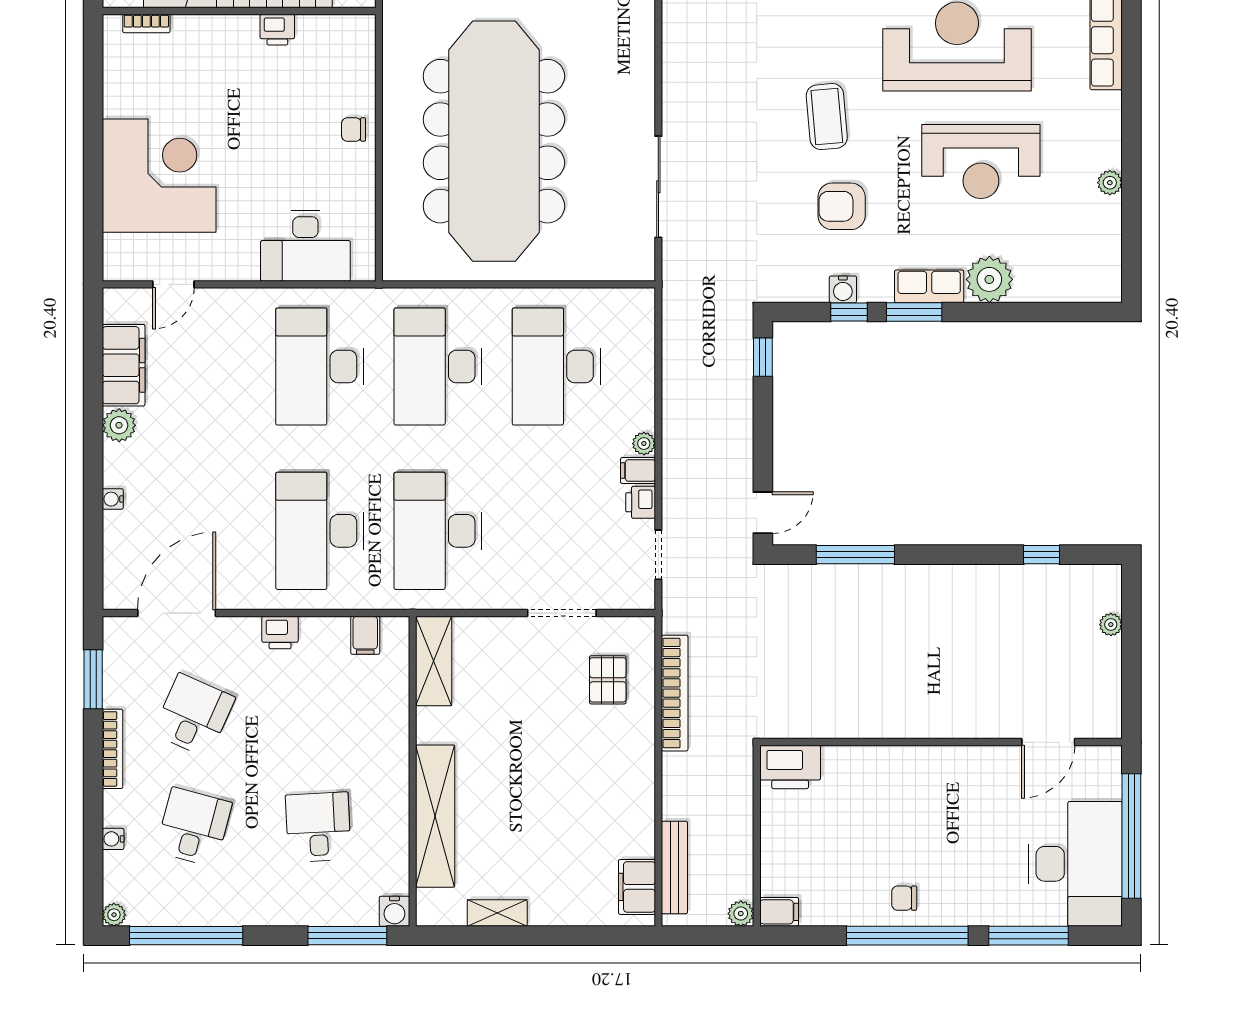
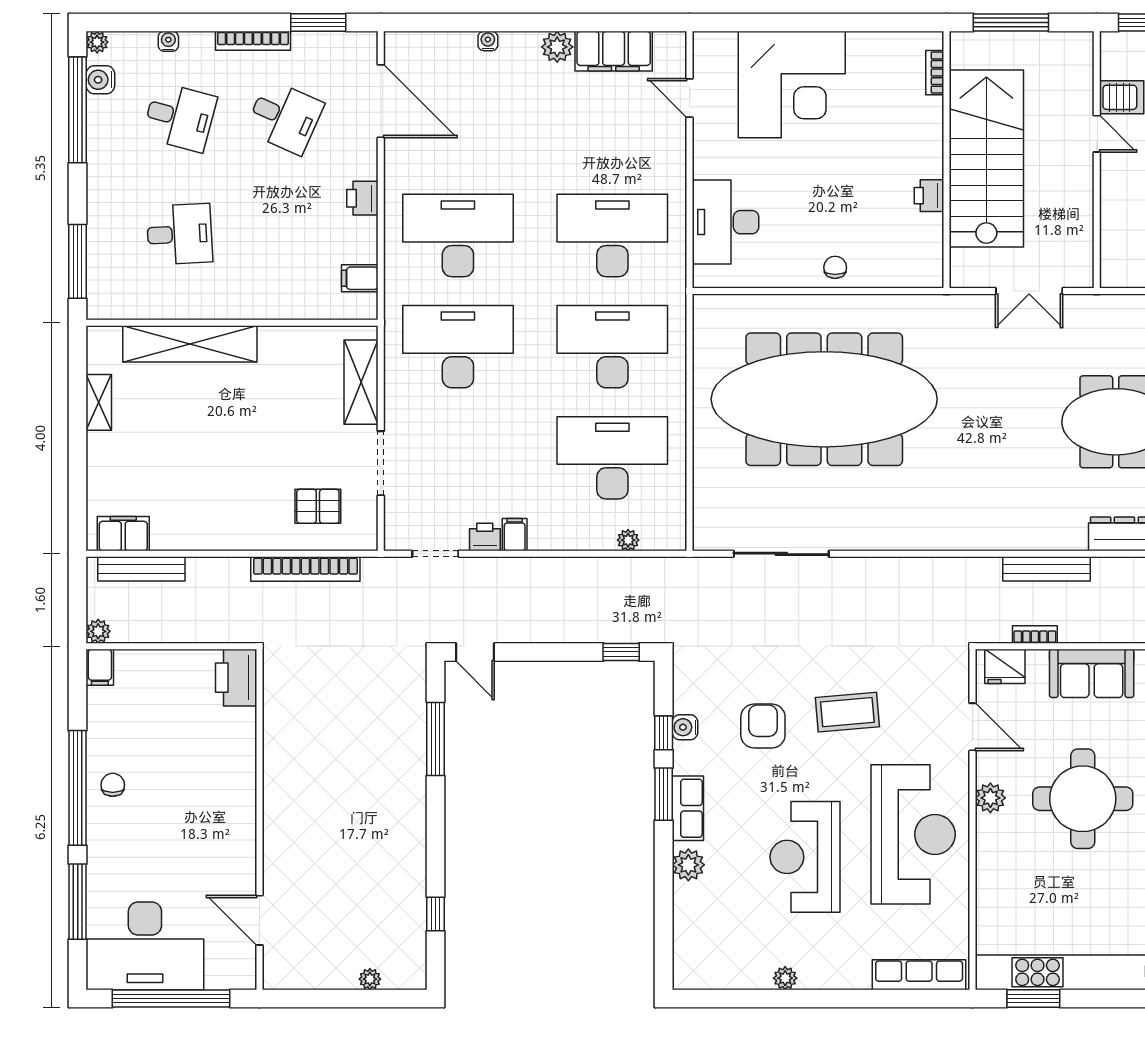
plant: (989, 279) -> (688, 865), width x0.73, depth x0.73
plant: (644, 444) -> (628, 540), moved
shelving: (434, 661) -> (361, 382), moved, turned 90
water cooler: (394, 911) -> (100, 80), moved

